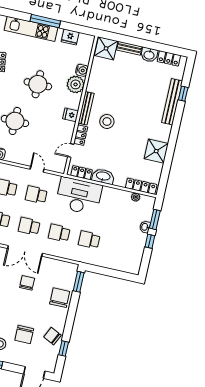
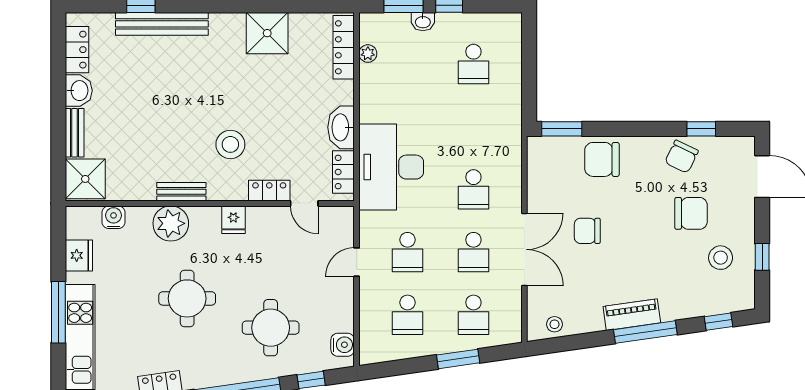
water cooler: (82, 70) -> (114, 217), moved
bench: (86, 108) -> (181, 192), moved, width x0.73
school desk: (89, 240) -> (473, 64), moved

